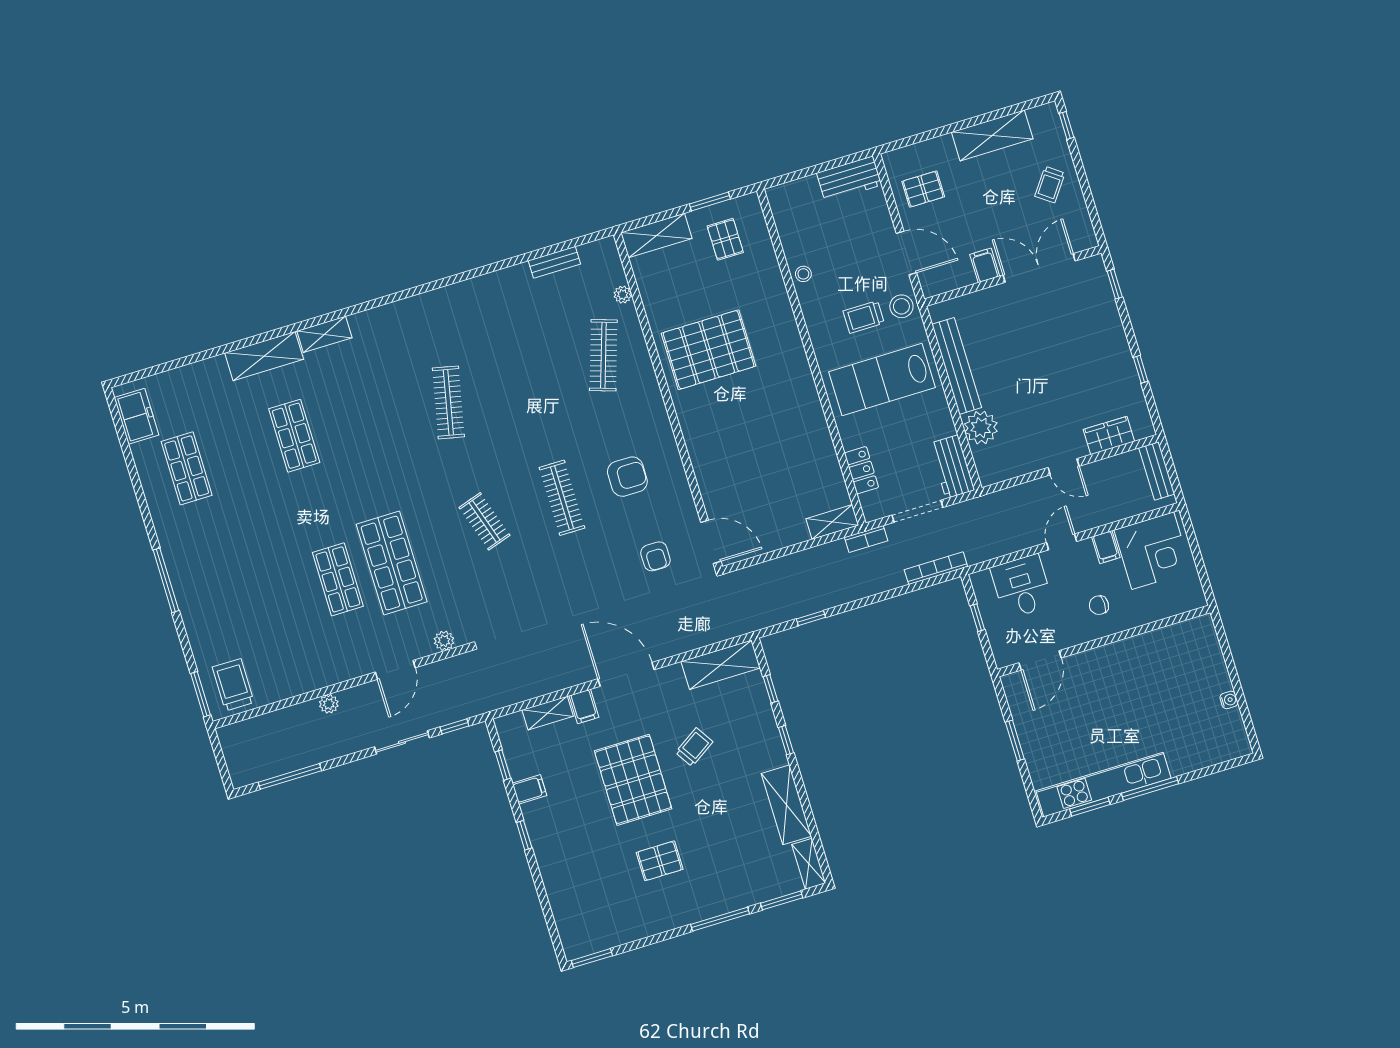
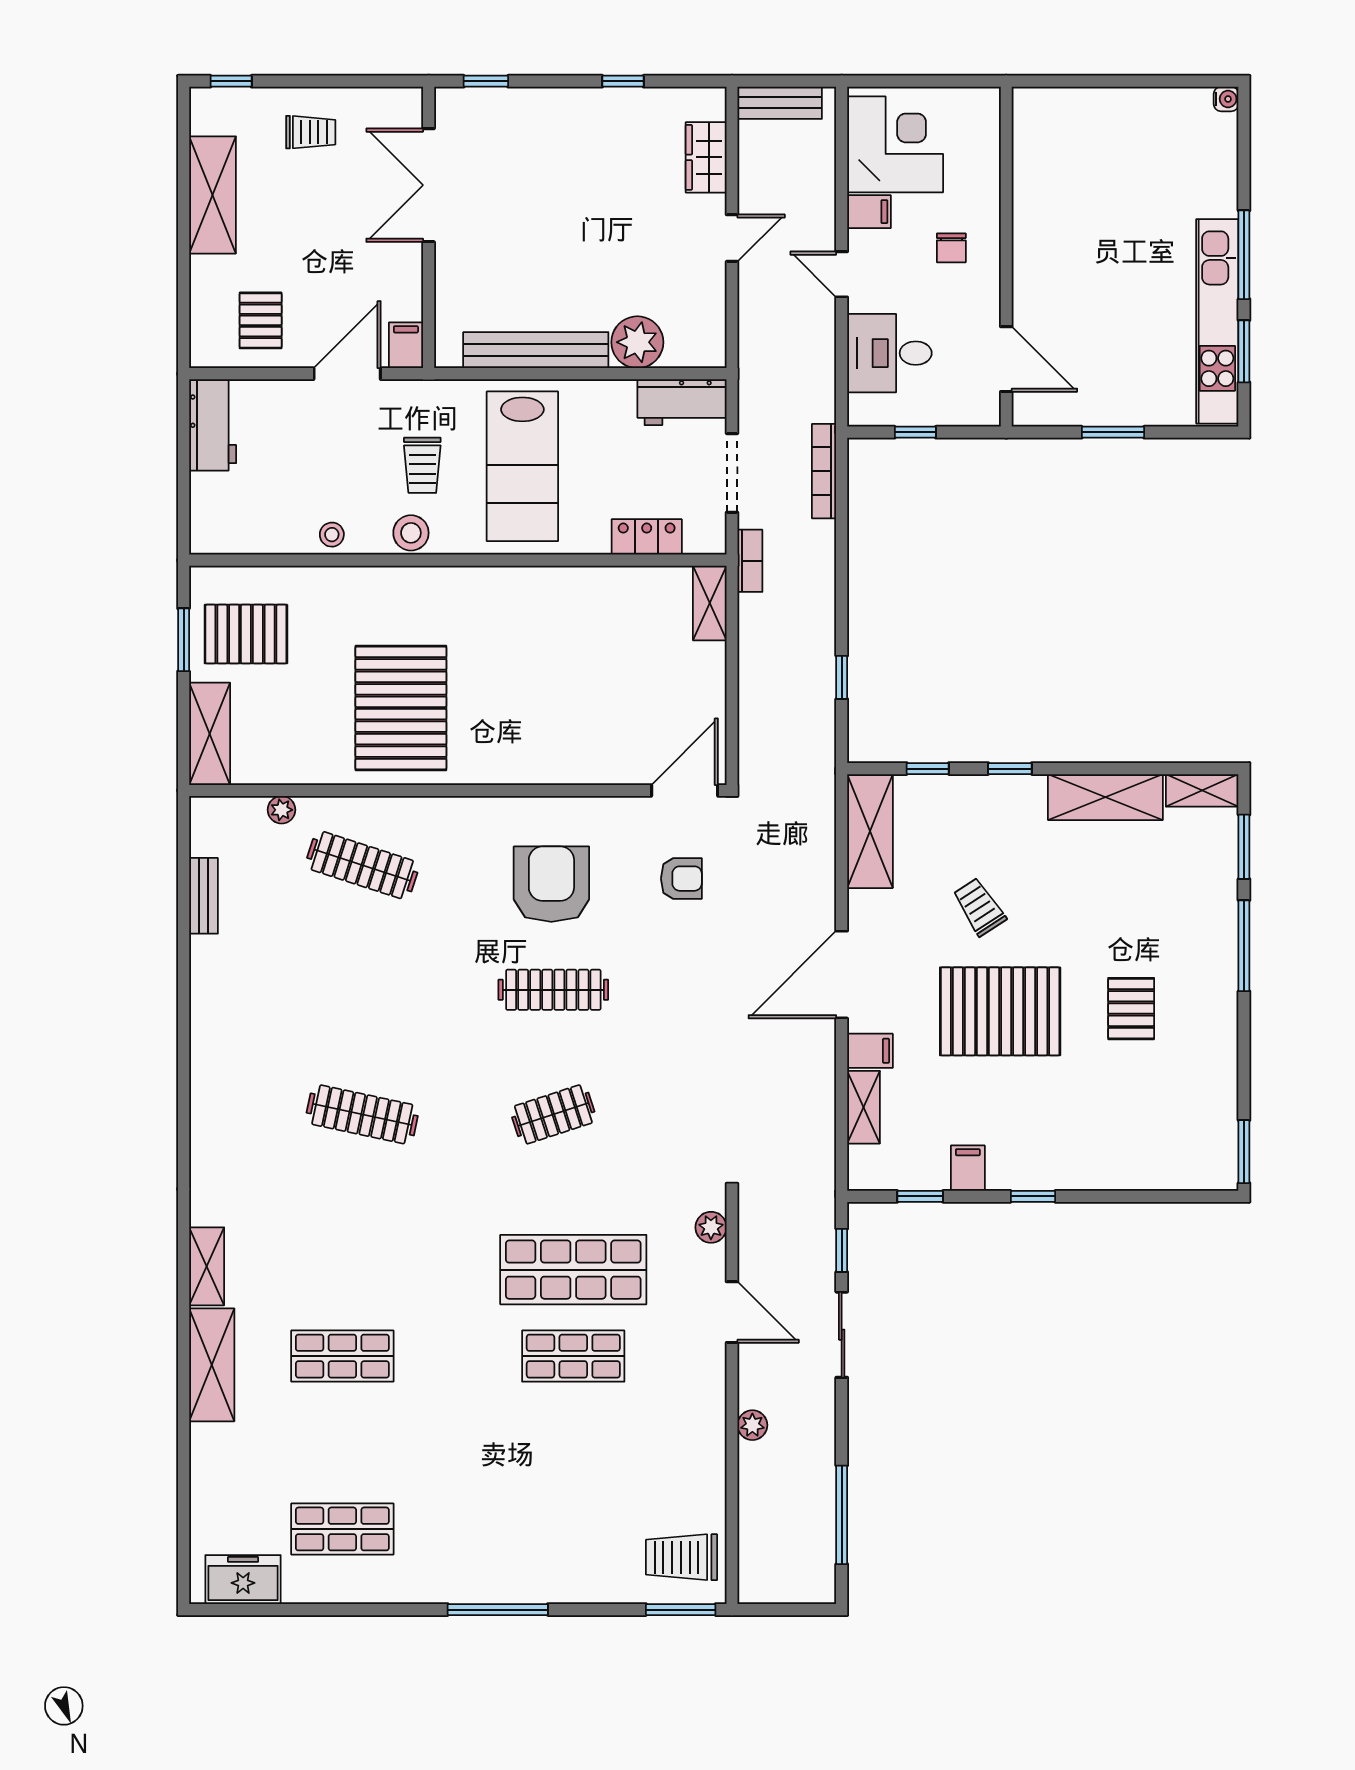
trolley: (1050, 185) -> (311, 132), turned -36
pallet: (725, 239) -> (246, 634), width x1.50, depth x1.42
filing cabinet: (985, 265) -> (406, 345), moved, turned 90
stool: (901, 306) -> (411, 533), moved
armchair: (627, 477) -> (551, 884), width x1.36, depth x1.36
water cooler: (1229, 700) -> (1226, 99), moved, turned 90

